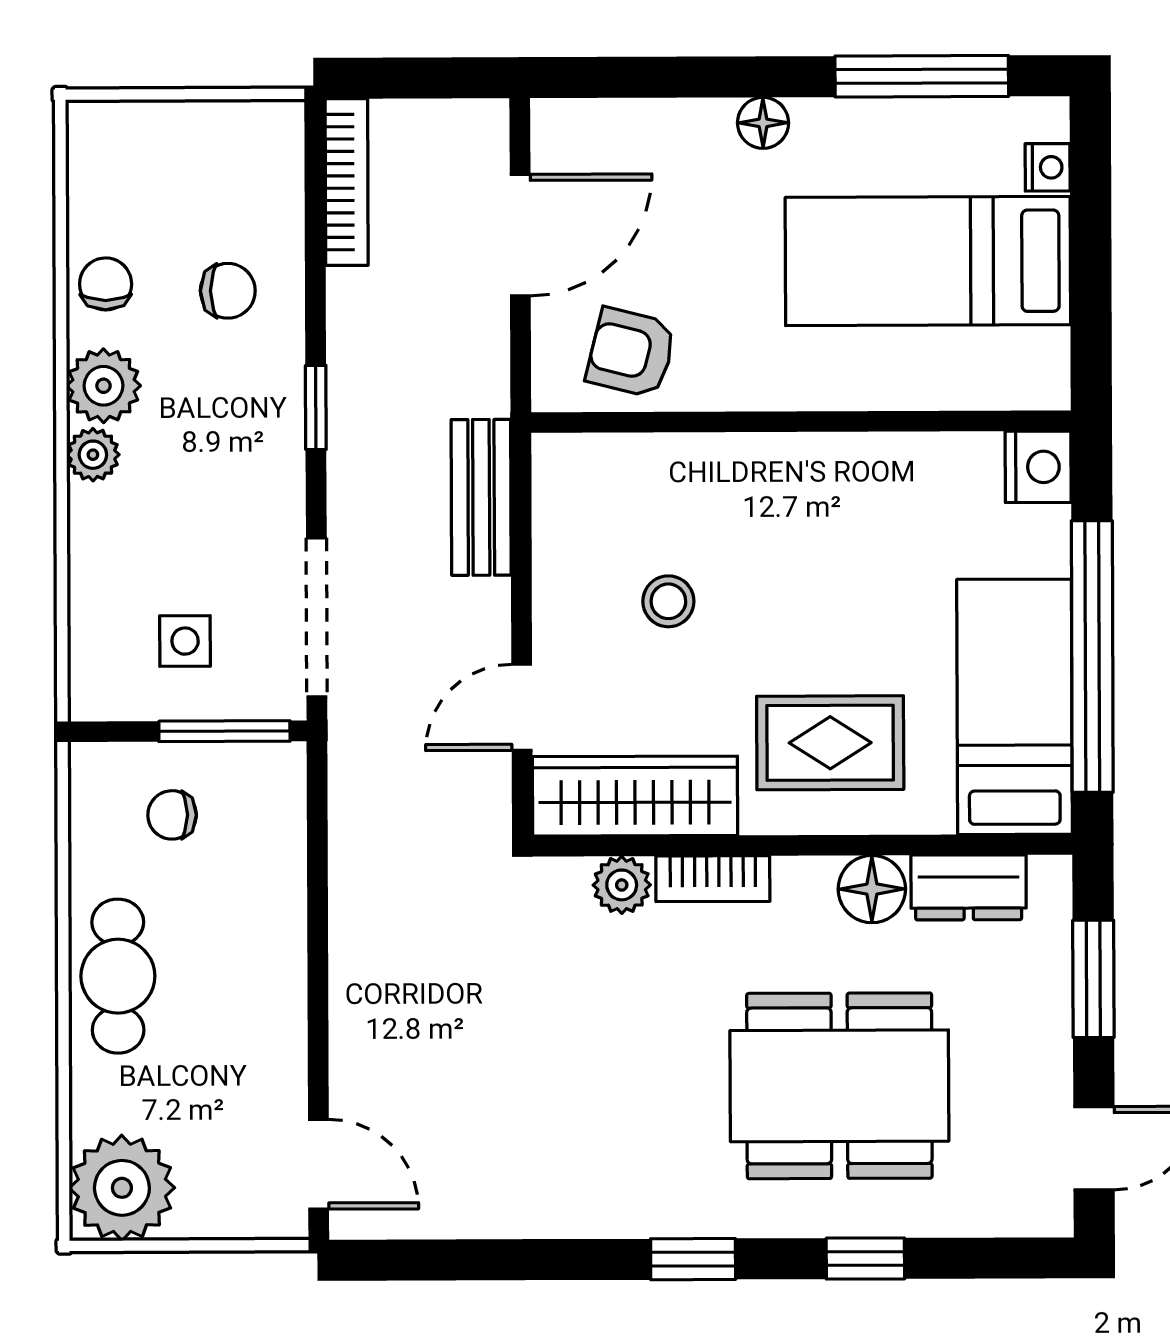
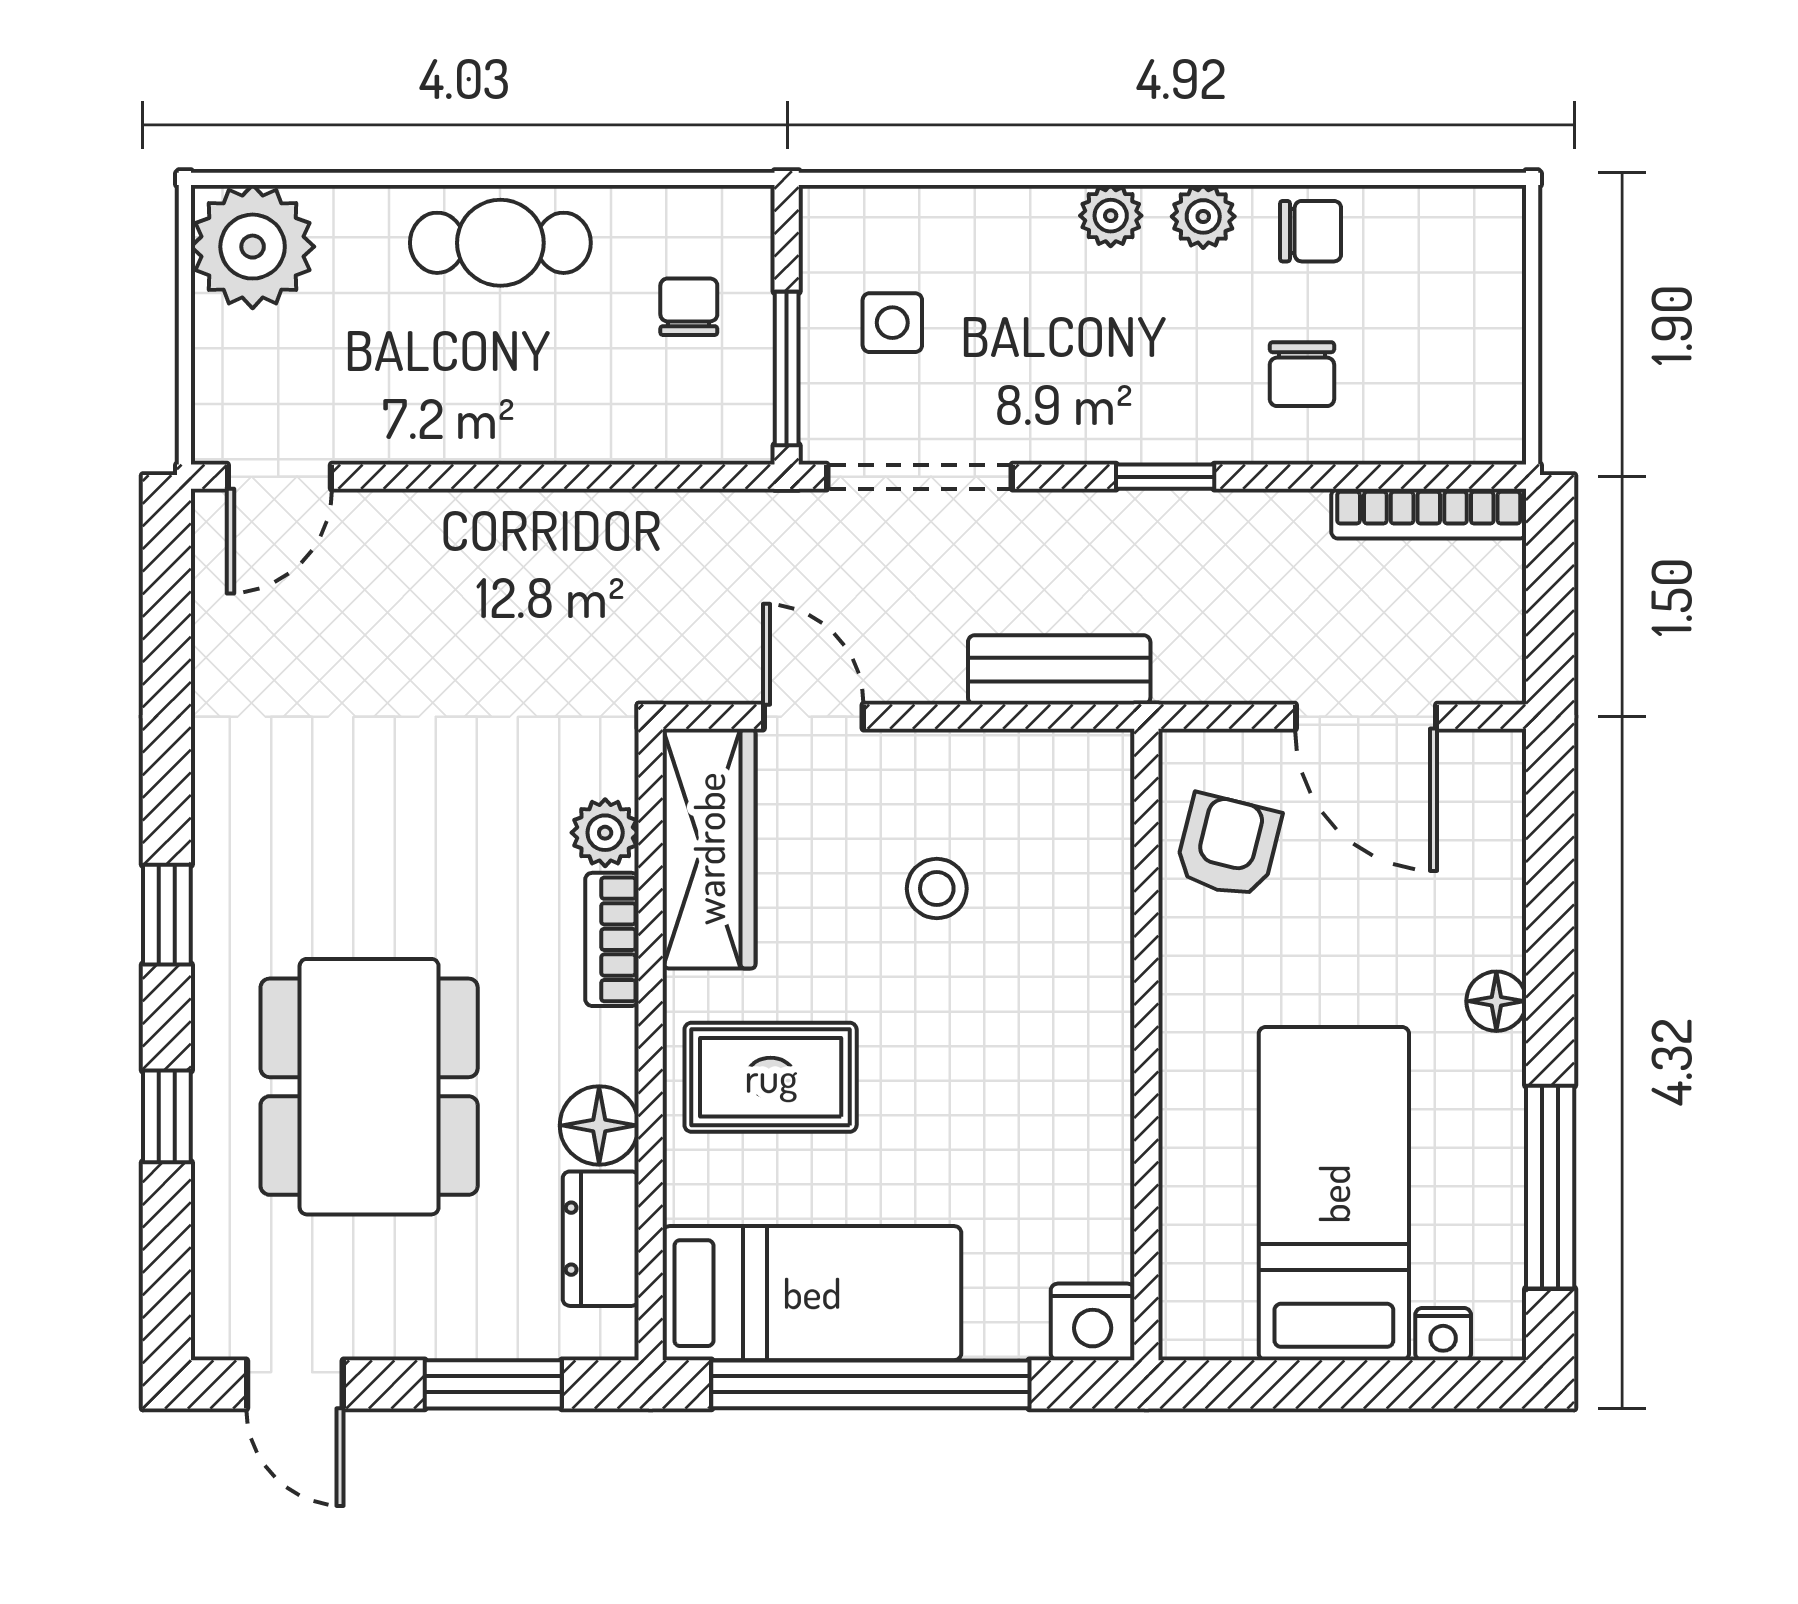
plant: (103, 386) -> (1203, 216), width x0.73, depth x0.73
rug: (830, 743) -> (771, 1077), turned 90

